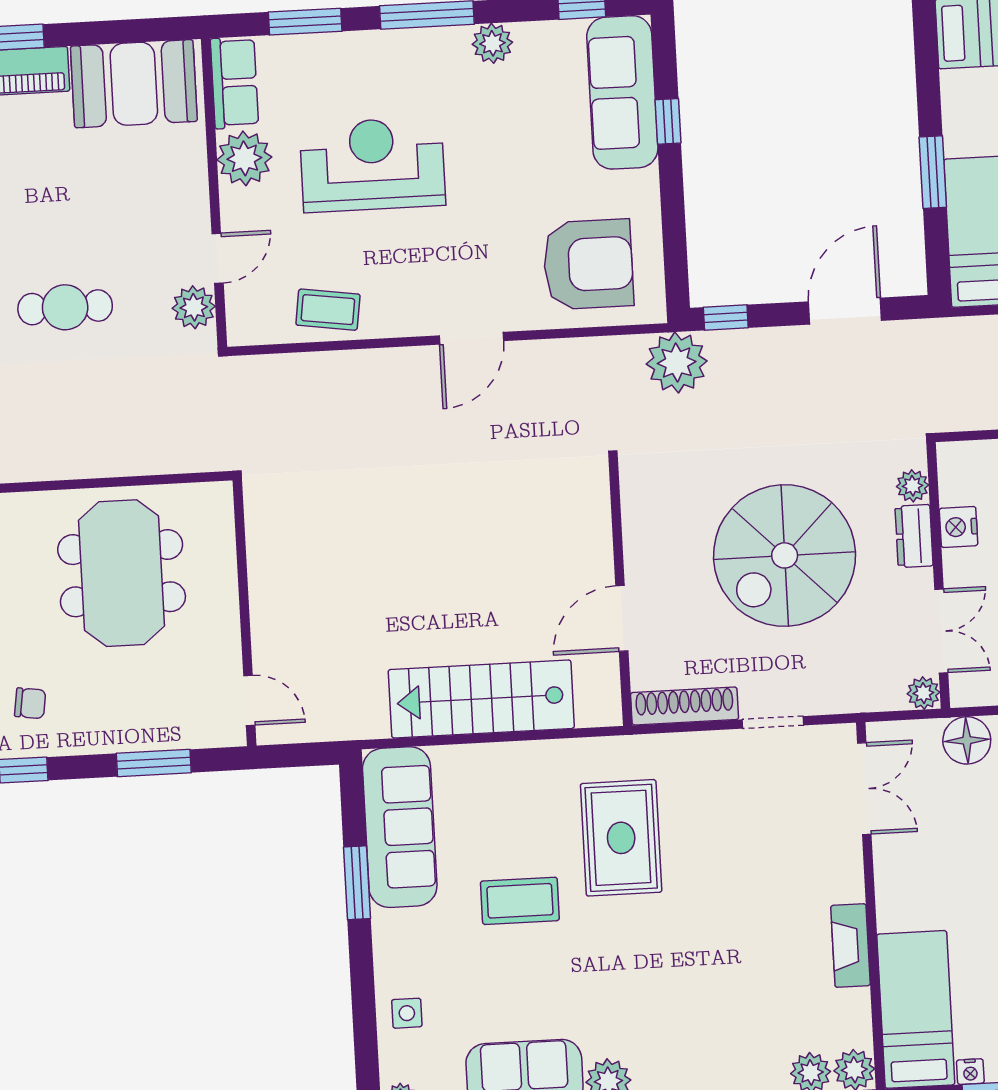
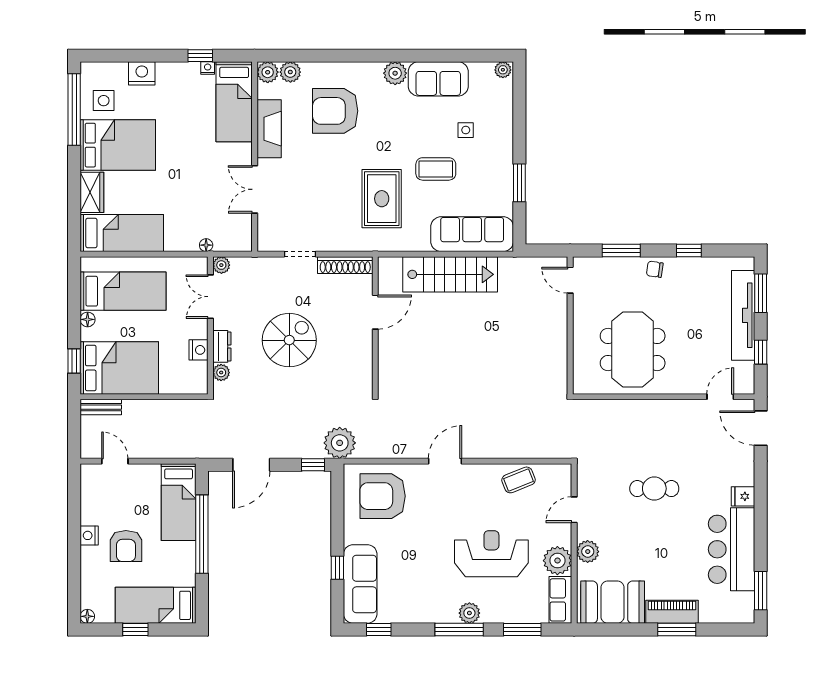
plant: (492, 43) -> (469, 613), moved
reception desk: (372, 165) -> (491, 554), turned 180
window: (933, 172) -> (202, 534), width x2.11
plant: (194, 307) -> (588, 552), moved
coffee table: (328, 310) -> (518, 480), turned -30
spiral stairs: (785, 555) -> (289, 340), width x0.73, depth x0.73
chair: (30, 703) -> (655, 269), moved
floor lamp: (967, 740) -> (206, 245), width x0.53, depth x0.53
double door: (864, 789) -> (255, 189), moved
sofa: (400, 827) -> (472, 234), moved, turned 90
fireplace: (851, 946) -> (269, 129), width x1.37, depth x1.32
armchair: (720, 1002) -> (335, 111), added
side table: (407, 1013) -> (466, 130), moved

